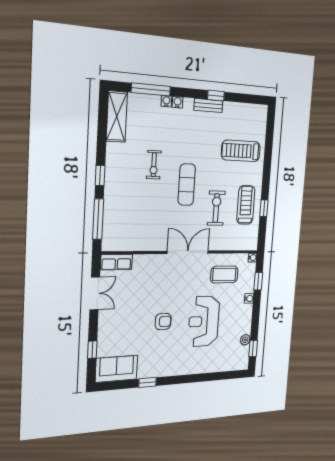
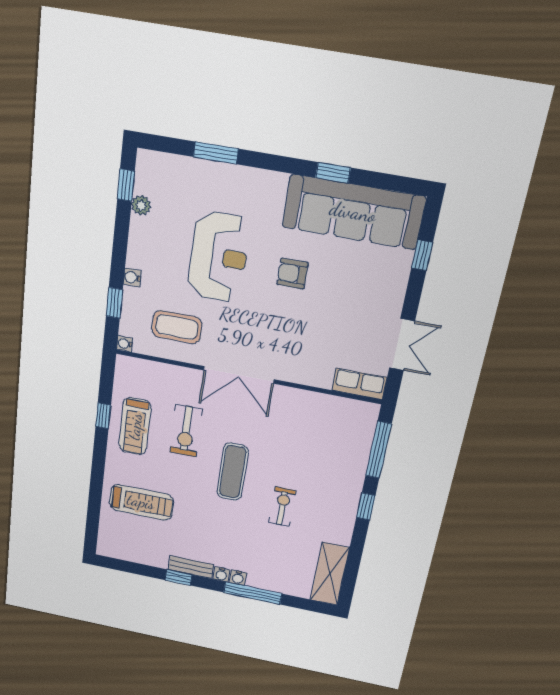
window: (151, 89) -> (253, 593), moved
water cooler: (166, 101) -> (221, 574), moved
double door: (95, 293) -> (402, 345), swing flipped
sofa: (117, 369) -> (353, 212), width x1.85, depth x1.27
window: (209, 377) -> (216, 153), added

